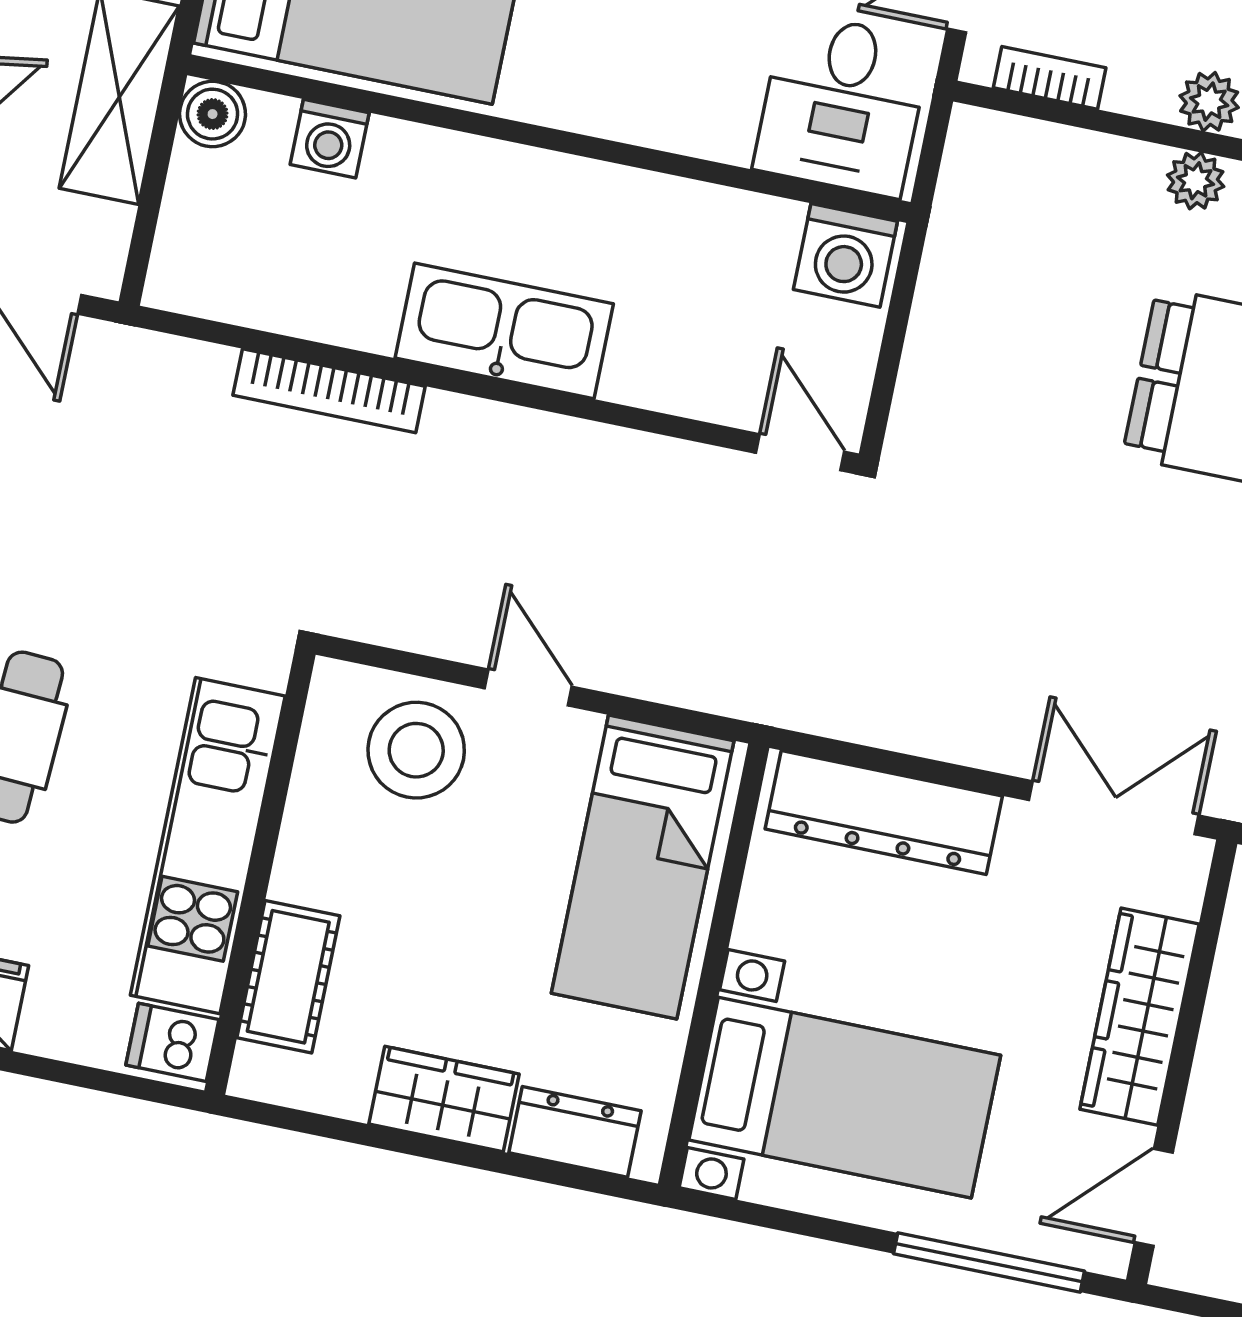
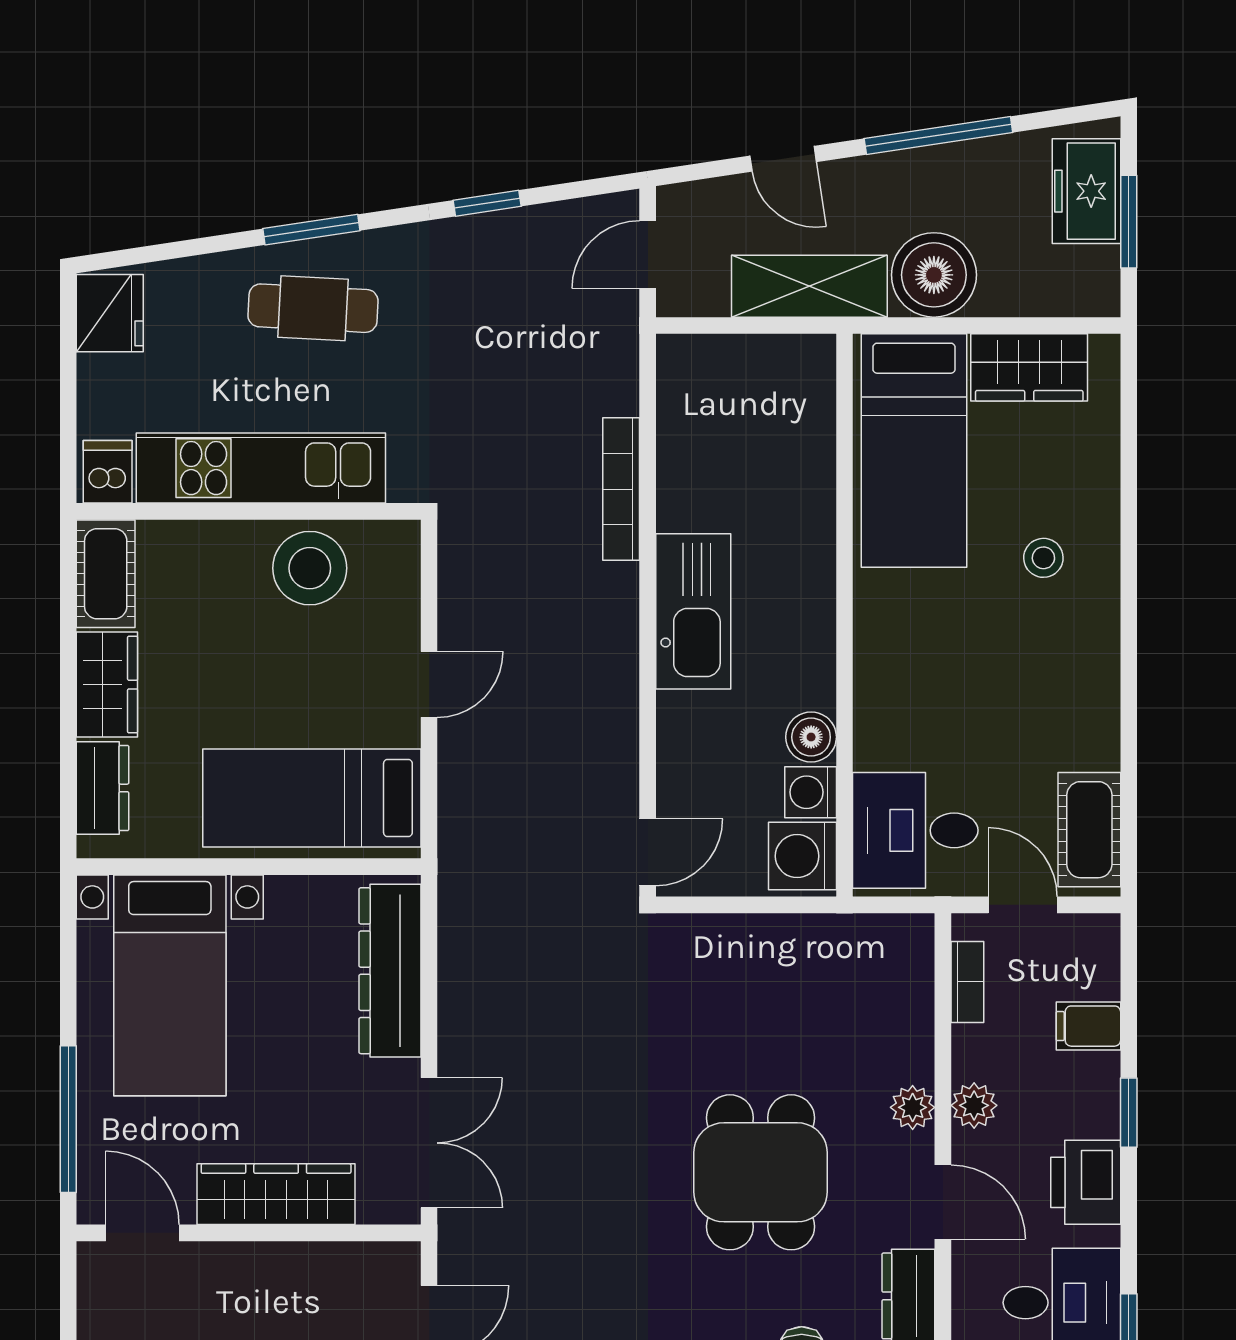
boiler: (213, 114) -> (811, 737), moved
washing machine: (330, 139) -> (811, 792), moved
stool: (416, 750) -> (310, 568), moved
cot: (288, 977) -> (106, 574), moved, turned 90

